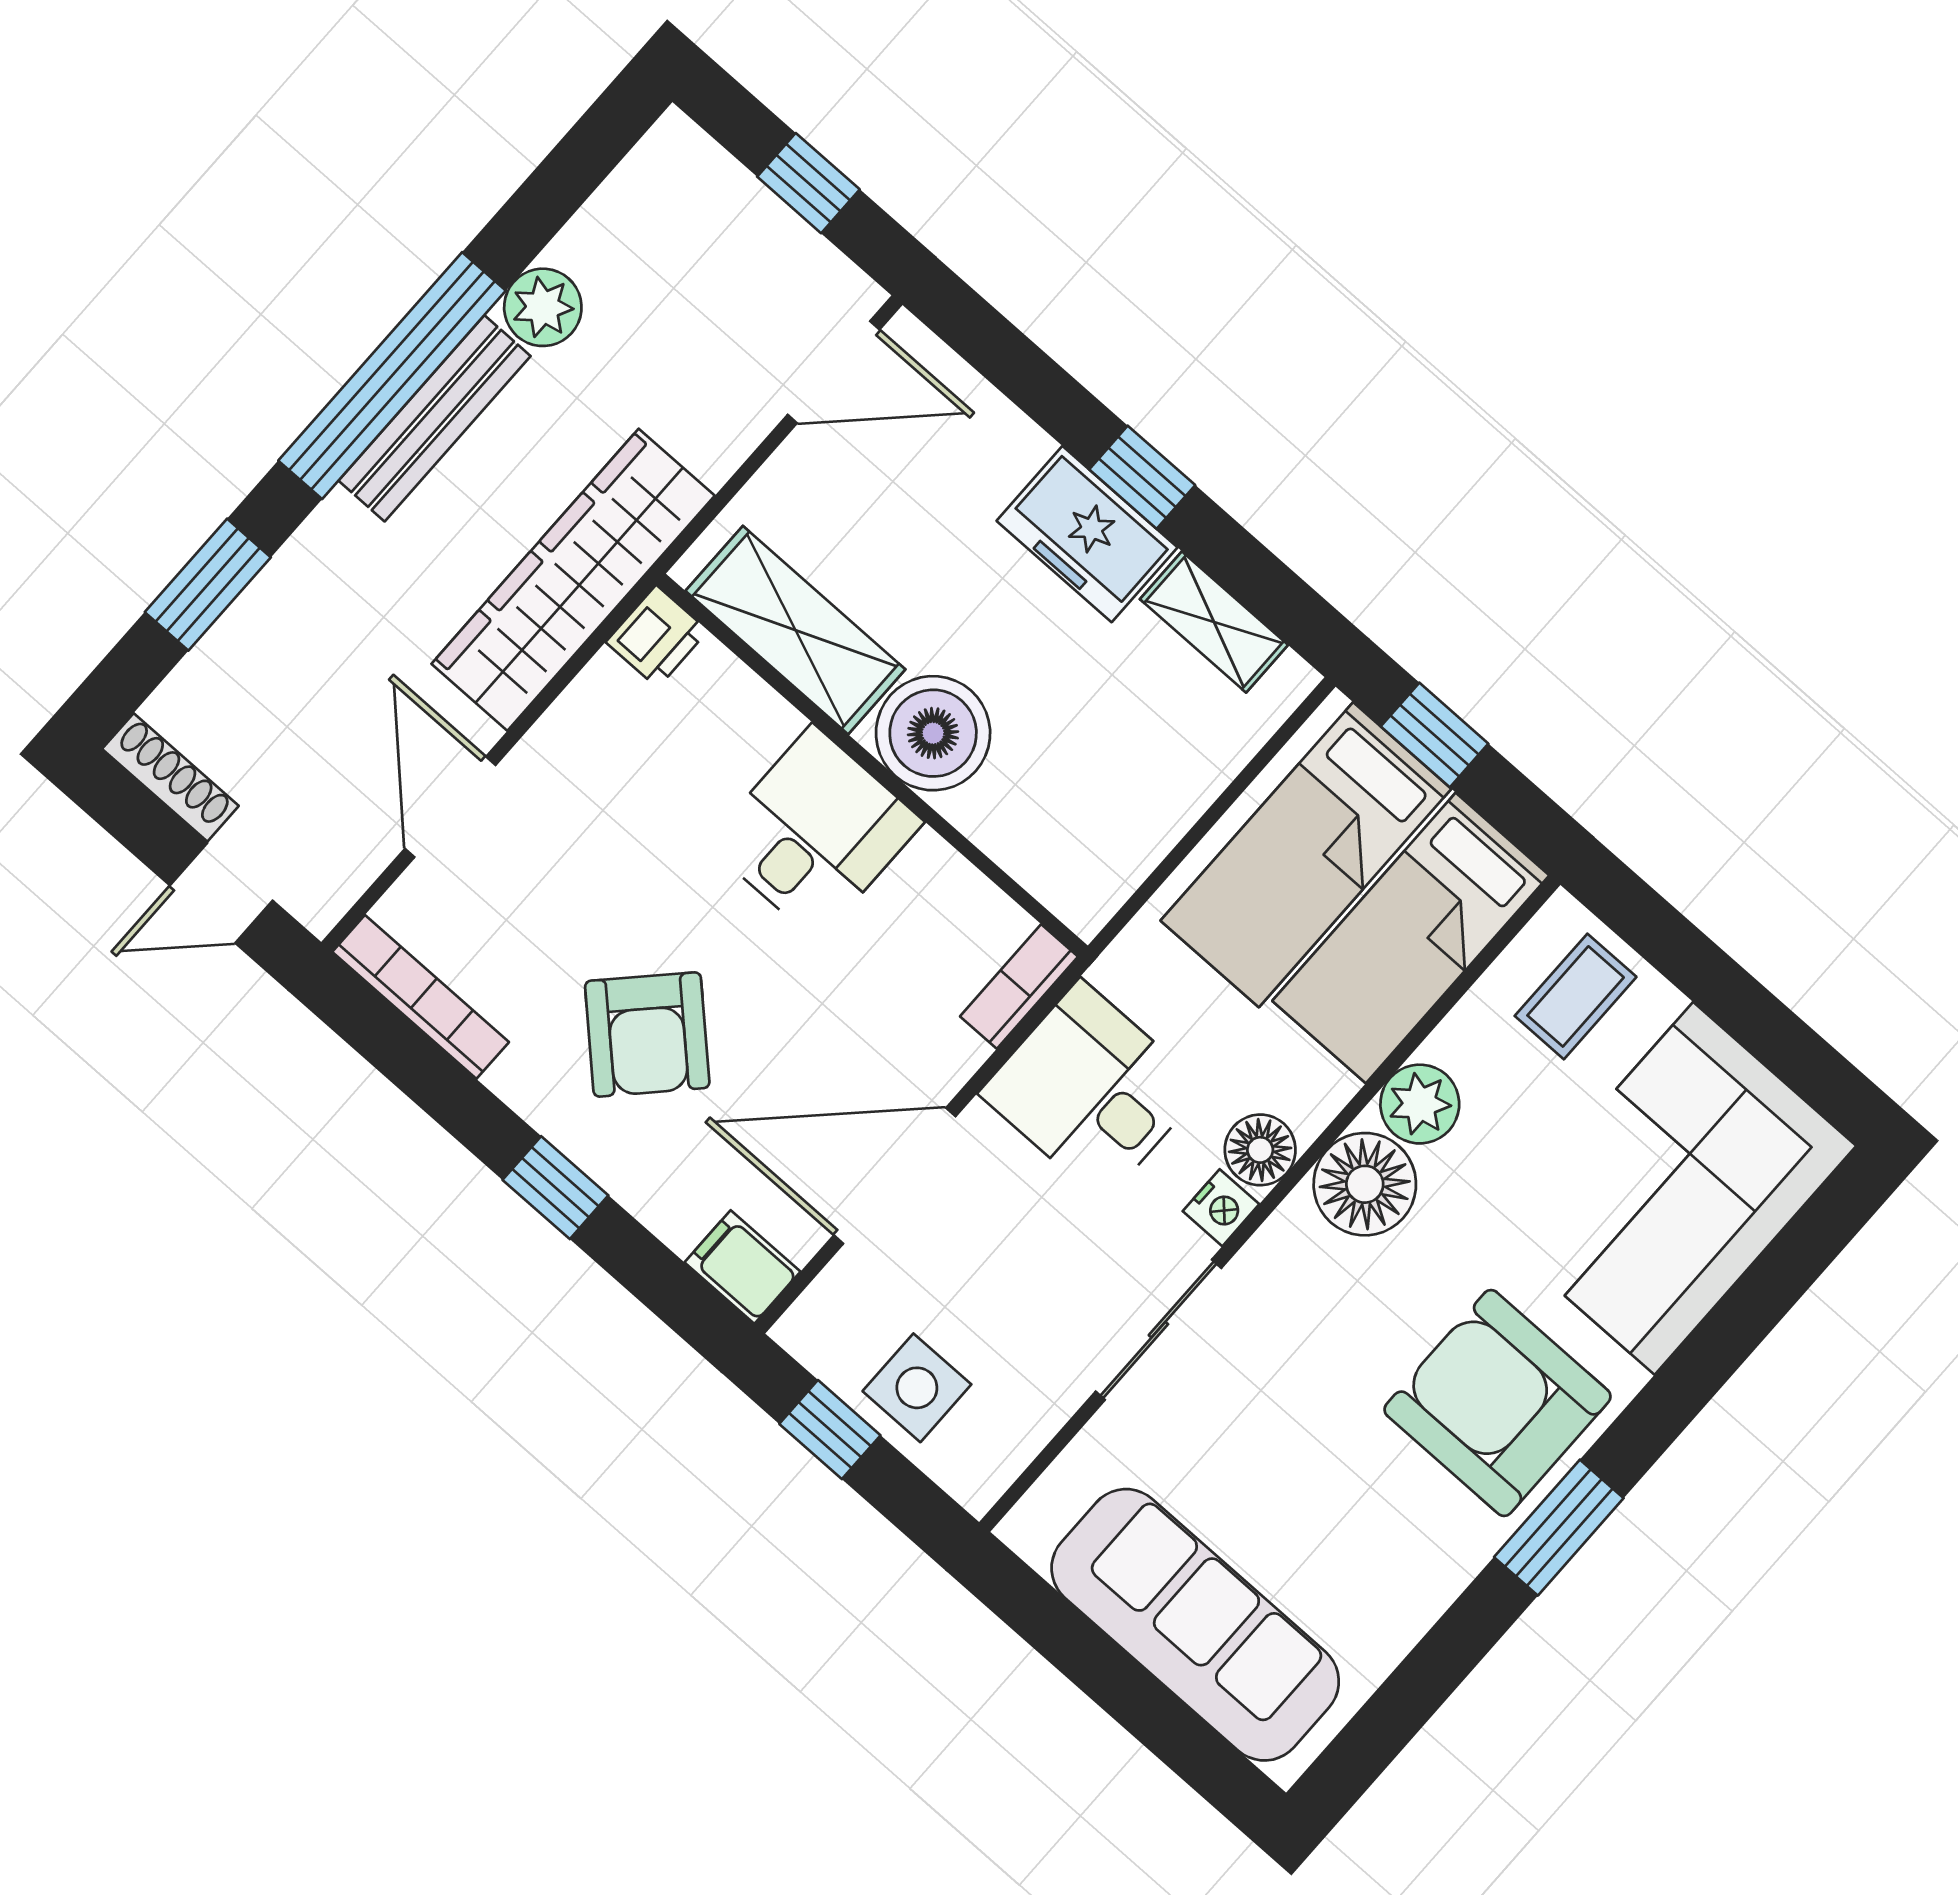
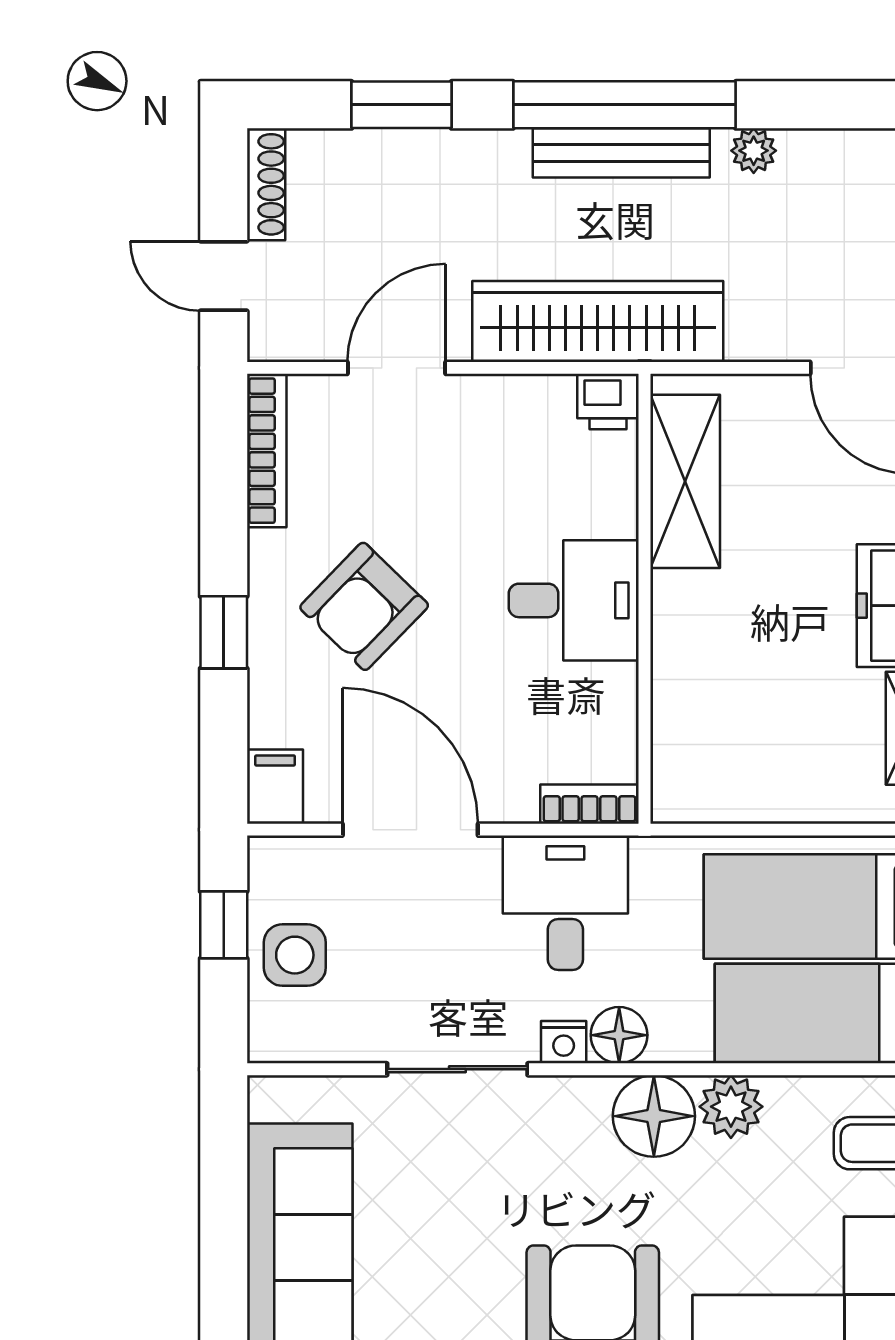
plant: (543, 307) -> (754, 151), width x0.73, depth x0.73
boiler: (933, 733) -> (696, 619), removed

